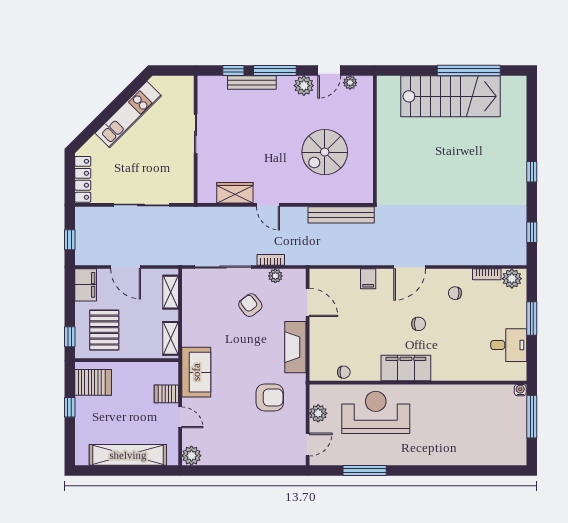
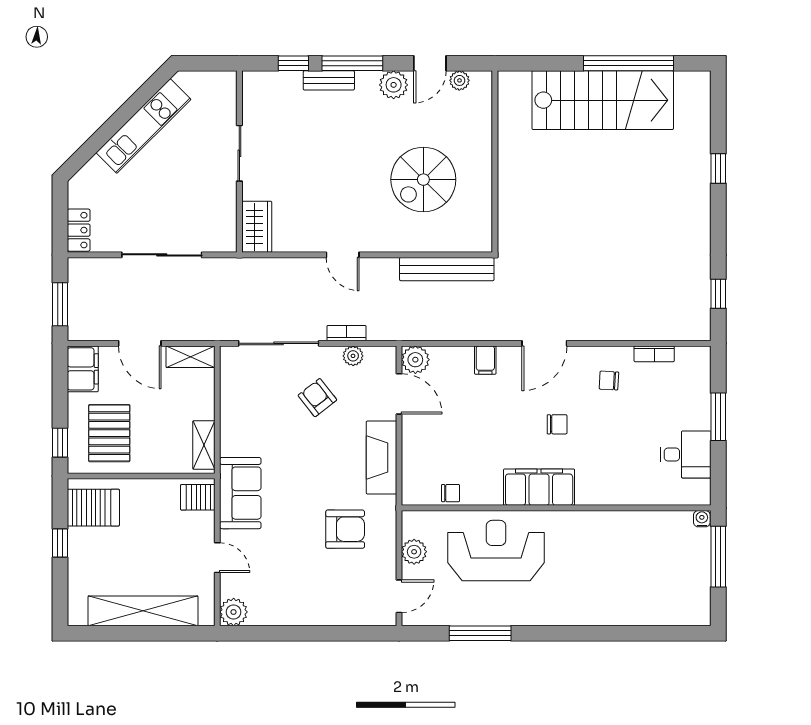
bench: (252, 82) -> (329, 80), width x0.73
window: (532, 172) -> (718, 168), moved
locker: (83, 179) -> (79, 230), width x0.66
wardrobe: (235, 193) -> (257, 227), moved, turned 90
window: (70, 240) -> (60, 304), width x1.50
plant: (512, 279) -> (415, 360), moved
shelving: (171, 292) -> (190, 357), moved, turned 90
server rack: (166, 394) -> (198, 497), moved

